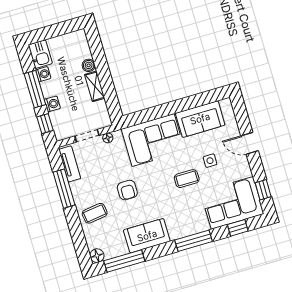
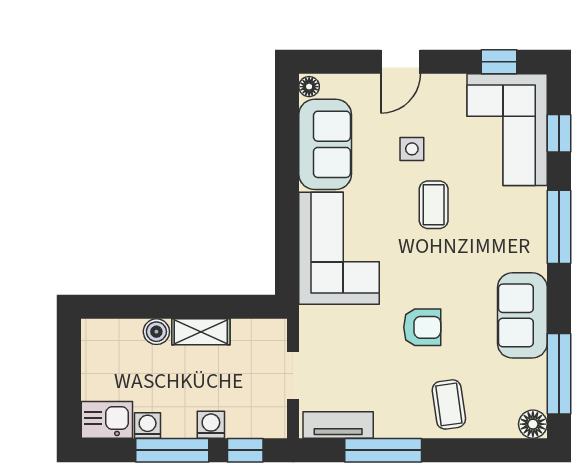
floor lamp: (108, 138) -> (309, 87), moved

